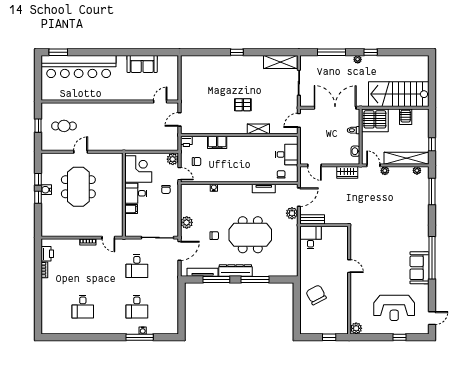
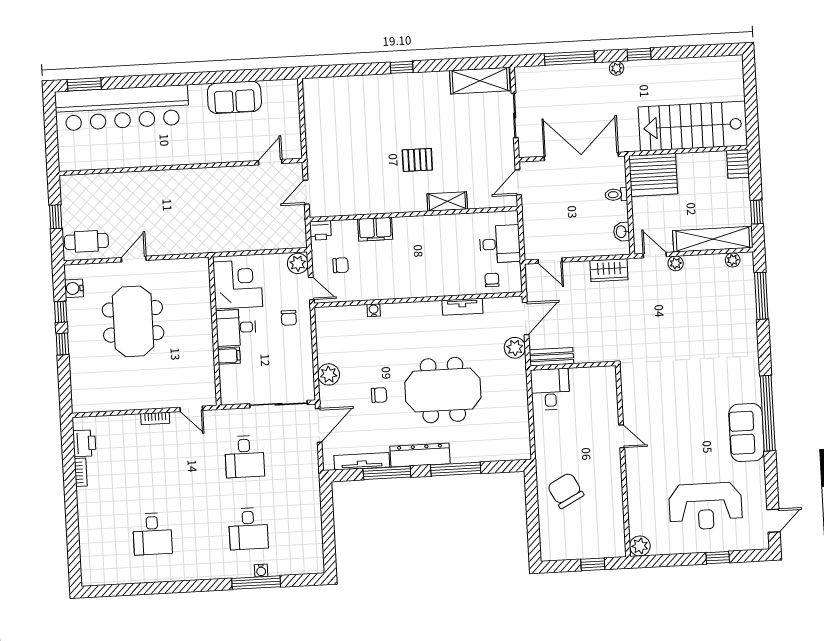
server rack: (406, 117) -> (738, 164), moved
cafe table: (64, 126) -> (86, 241), moved
water cooler: (46, 190) -> (74, 288), moved

